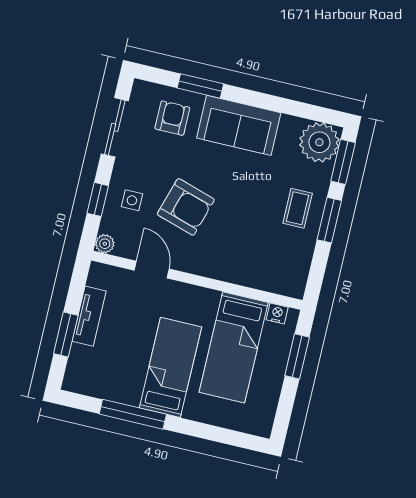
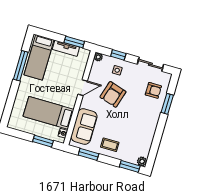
sofa: (239, 125) -> (84, 126), moved, turned 180
plant: (319, 142) -> (142, 161), width x0.53, depth x0.53
window: (329, 220) -> (88, 154), moved
door: (152, 270) -> (83, 88), moved
window: (66, 335) -> (74, 42), moved
bed: (170, 367) -> (39, 57), moved, turned 90

